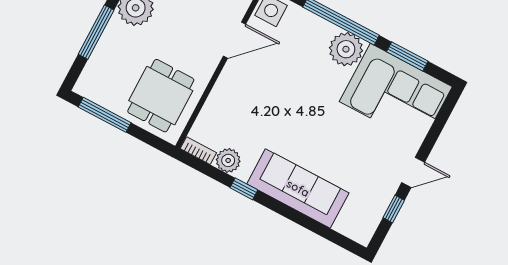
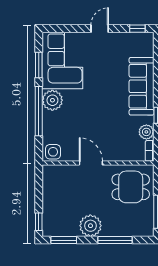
door: (234, 40) -> (91, 163), moved
door: (413, 172) -> (100, 29), hinge flipped
window: (394, 209) -> (137, 29), moved

